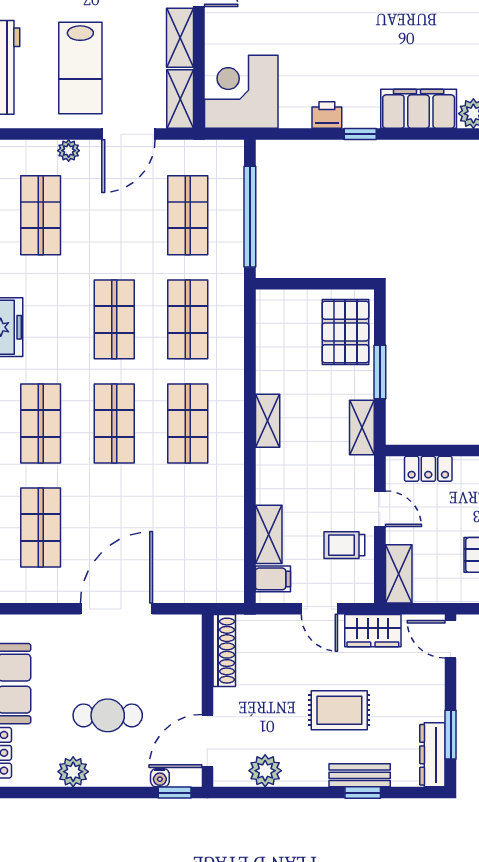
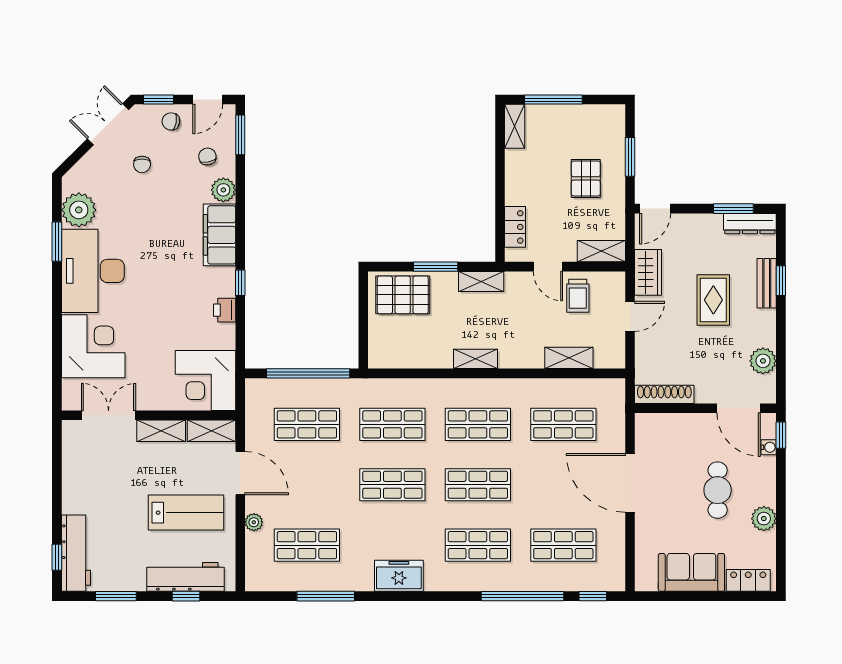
door: (380, 509) -> (548, 267), swing flipped
shop shelf: (188, 528) -> (563, 424), added
filing cabinet: (273, 579) -> (605, 354), removed

